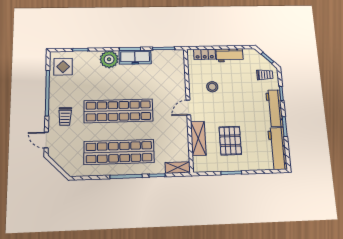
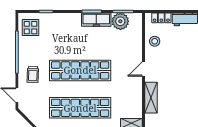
plant: (109, 59) -> (120, 21), moved
stool: (212, 87) -> (155, 41), moved
pallet: (230, 141) -> (180, 101), removed

